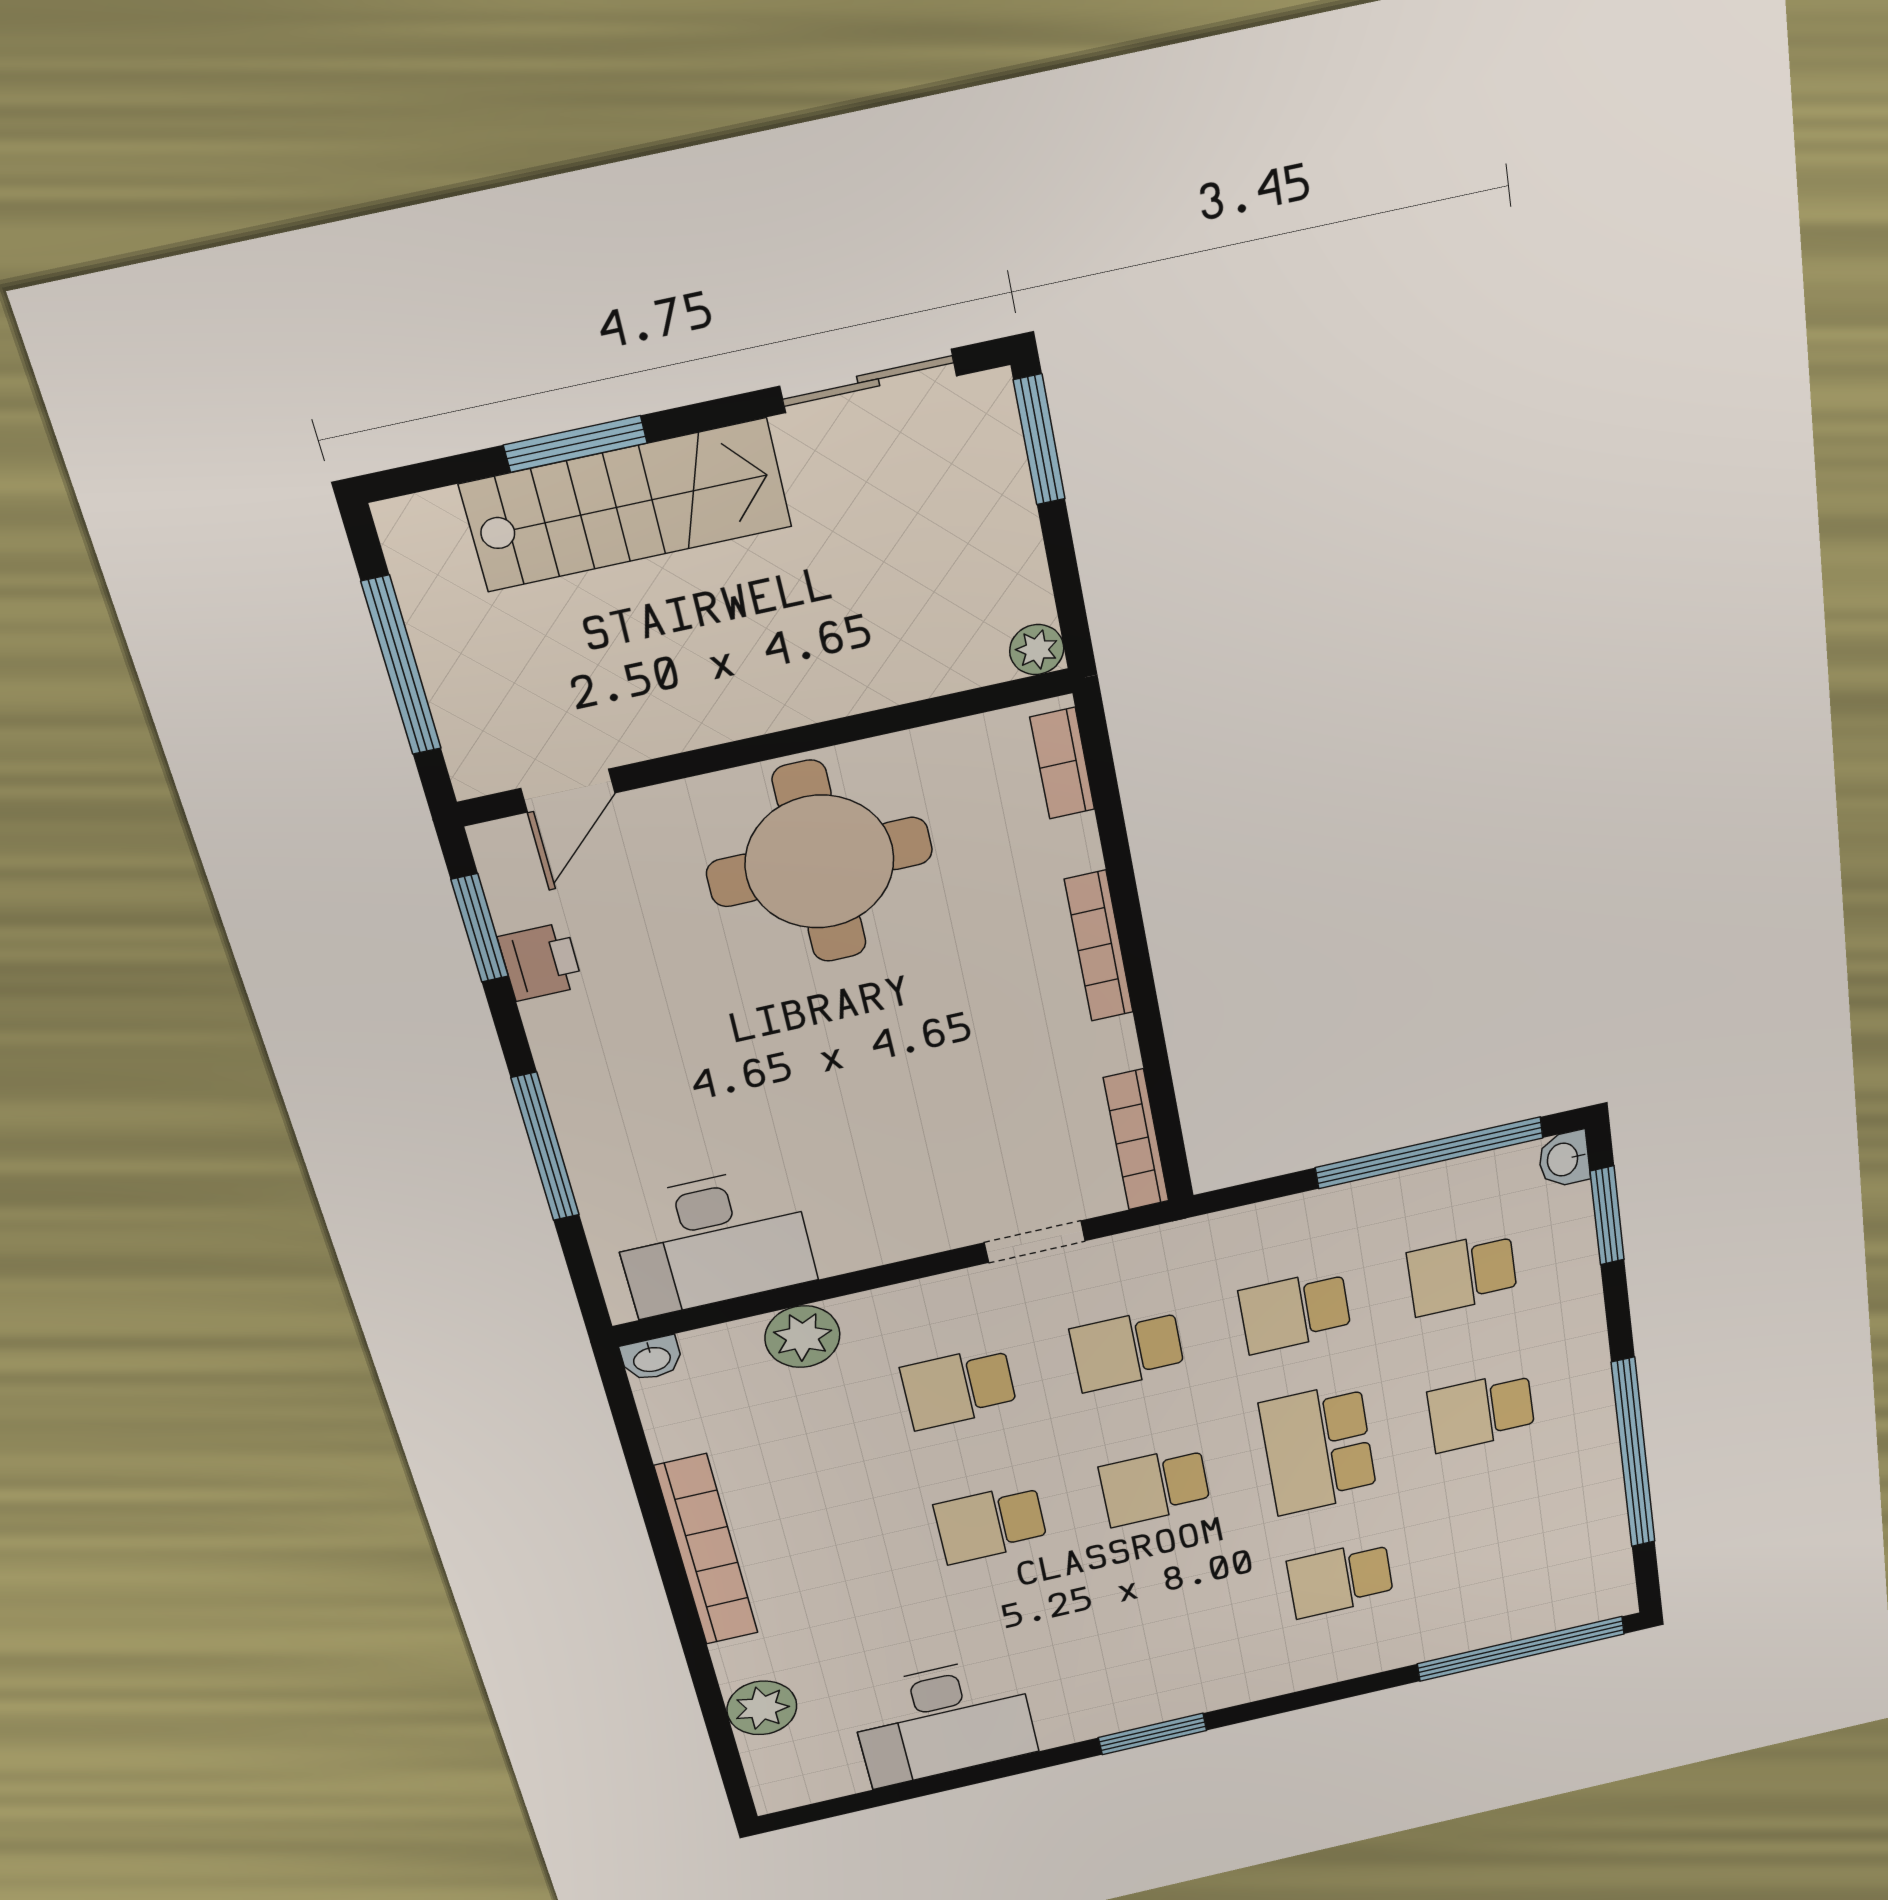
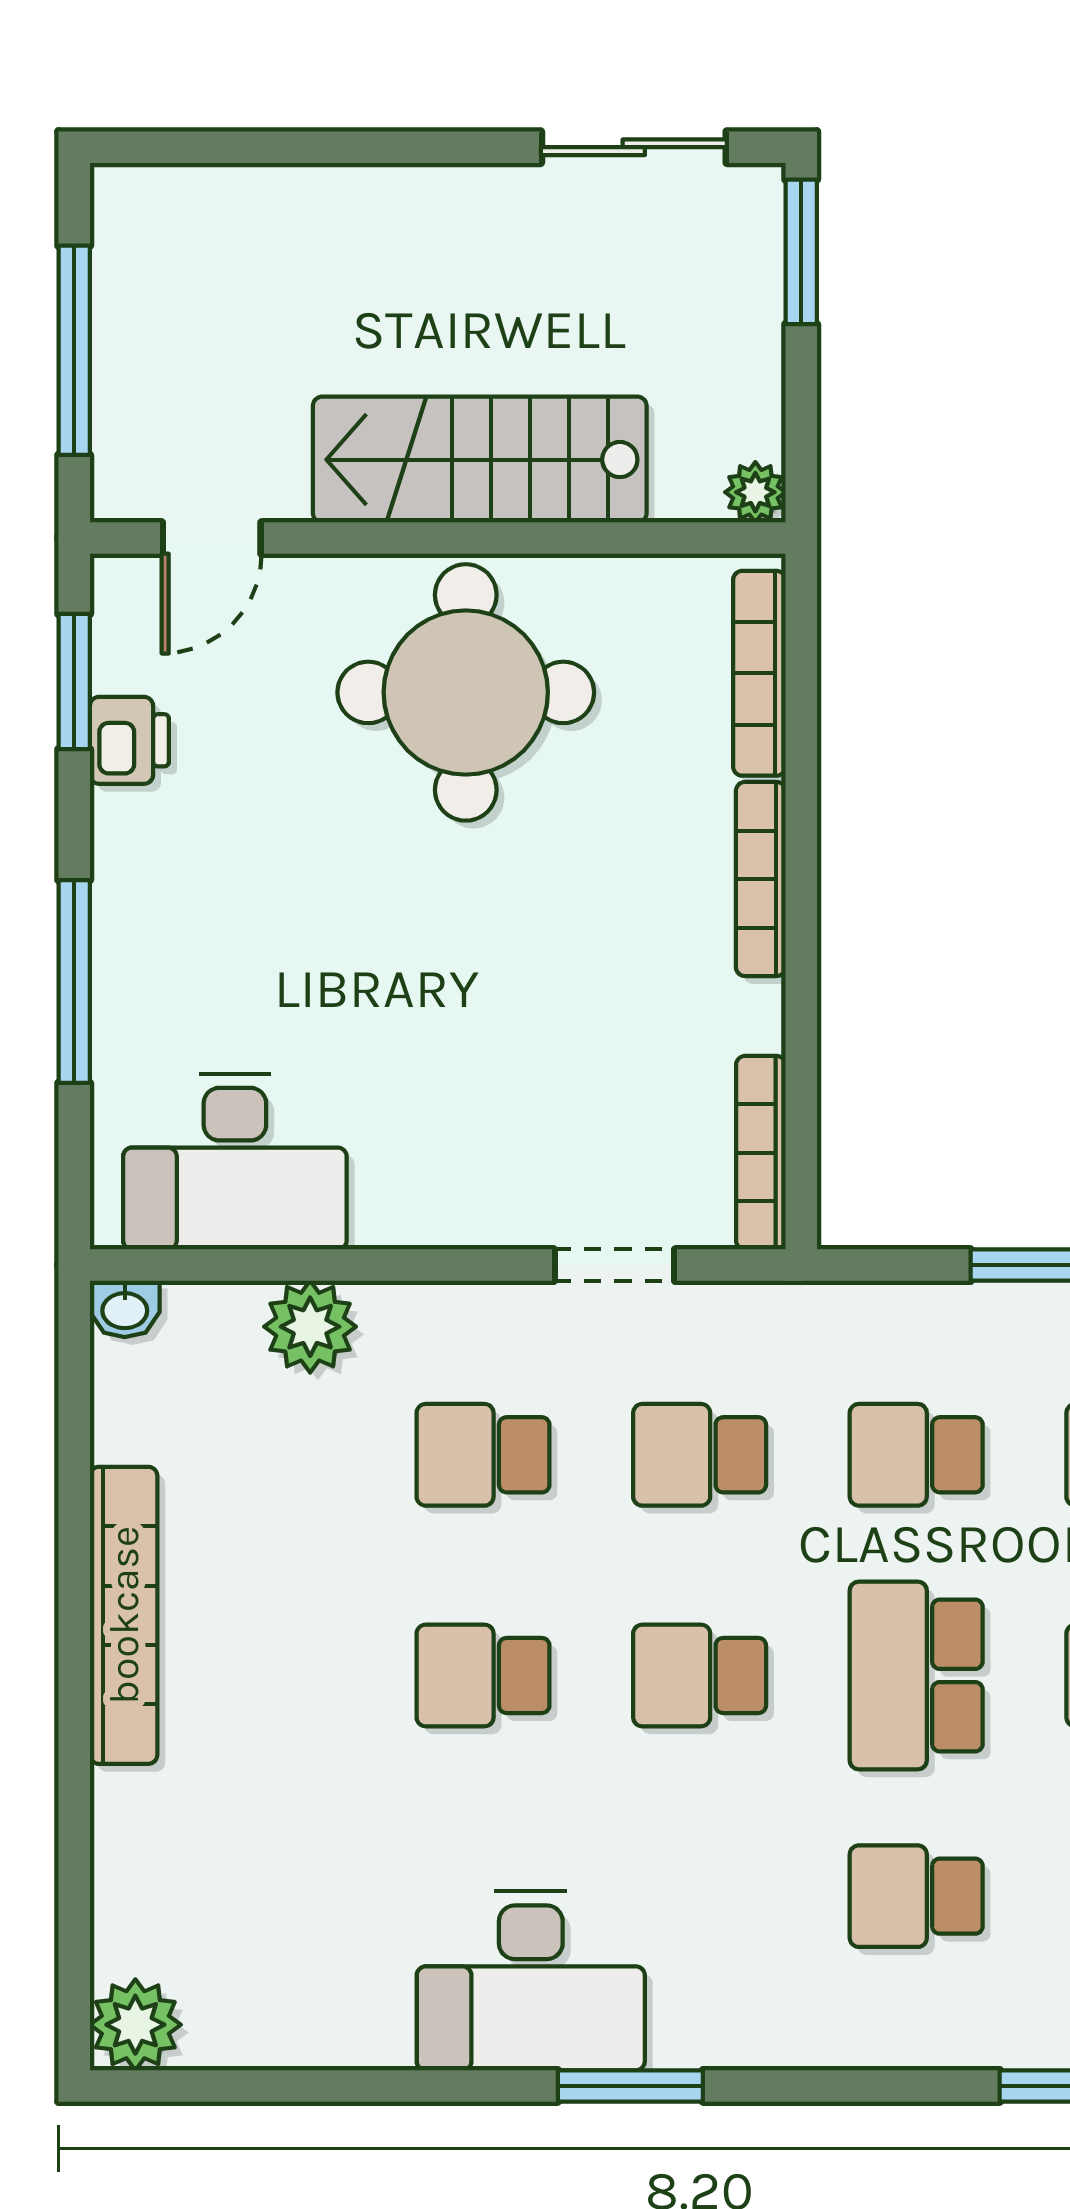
window: (575, 444) -> (317, 147), removed
stairs: (626, 505) -> (480, 460), moved, turned 180
bookcase: (1062, 763) -> (759, 673), width x1.56
plant: (762, 1708) -> (135, 2025), moved
desk: (943, 1721) -> (531, 1981), moved

